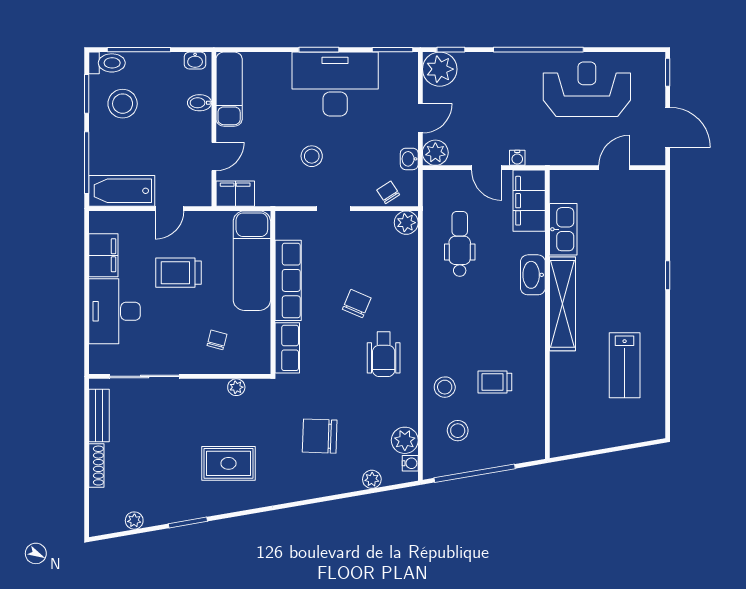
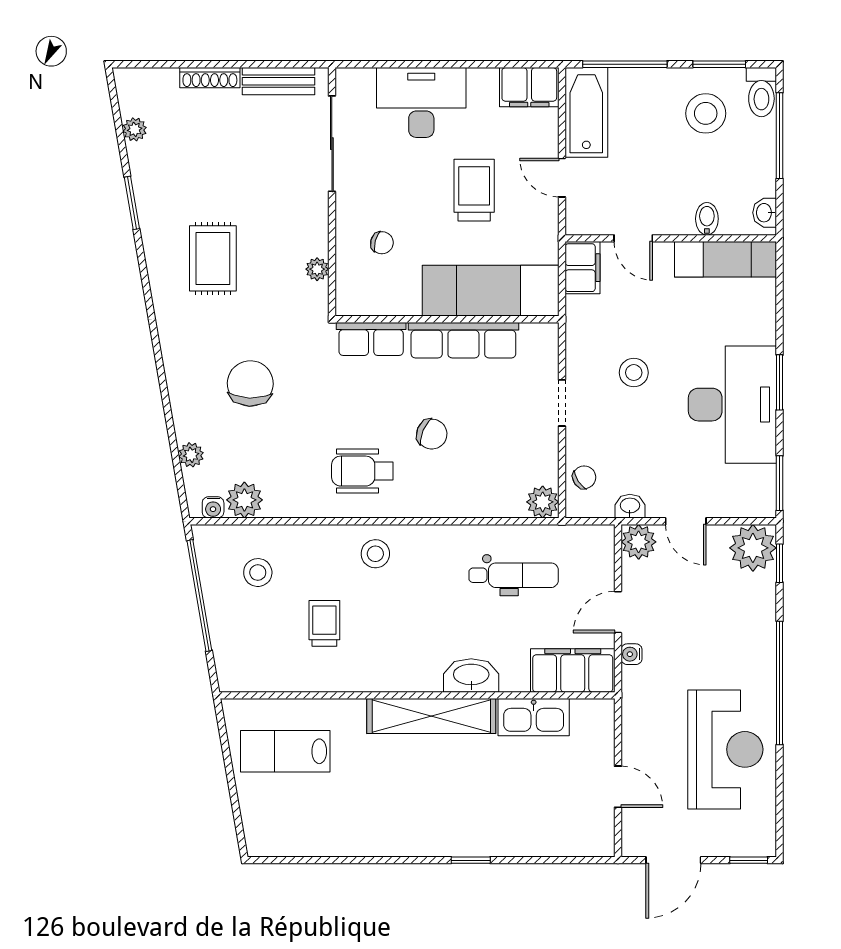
filing cabinet: (103, 255) -> (529, 87), moved
lab bench: (625, 365) -> (285, 751), moved
stool: (445, 387) -> (375, 554), moved

